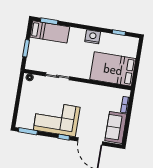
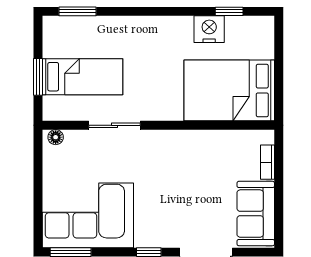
bed: (50, 32) -> (83, 77), moved
nightstand: (93, 37) -> (209, 29), moved
corner sofa: (57, 119) -> (88, 215), moved

